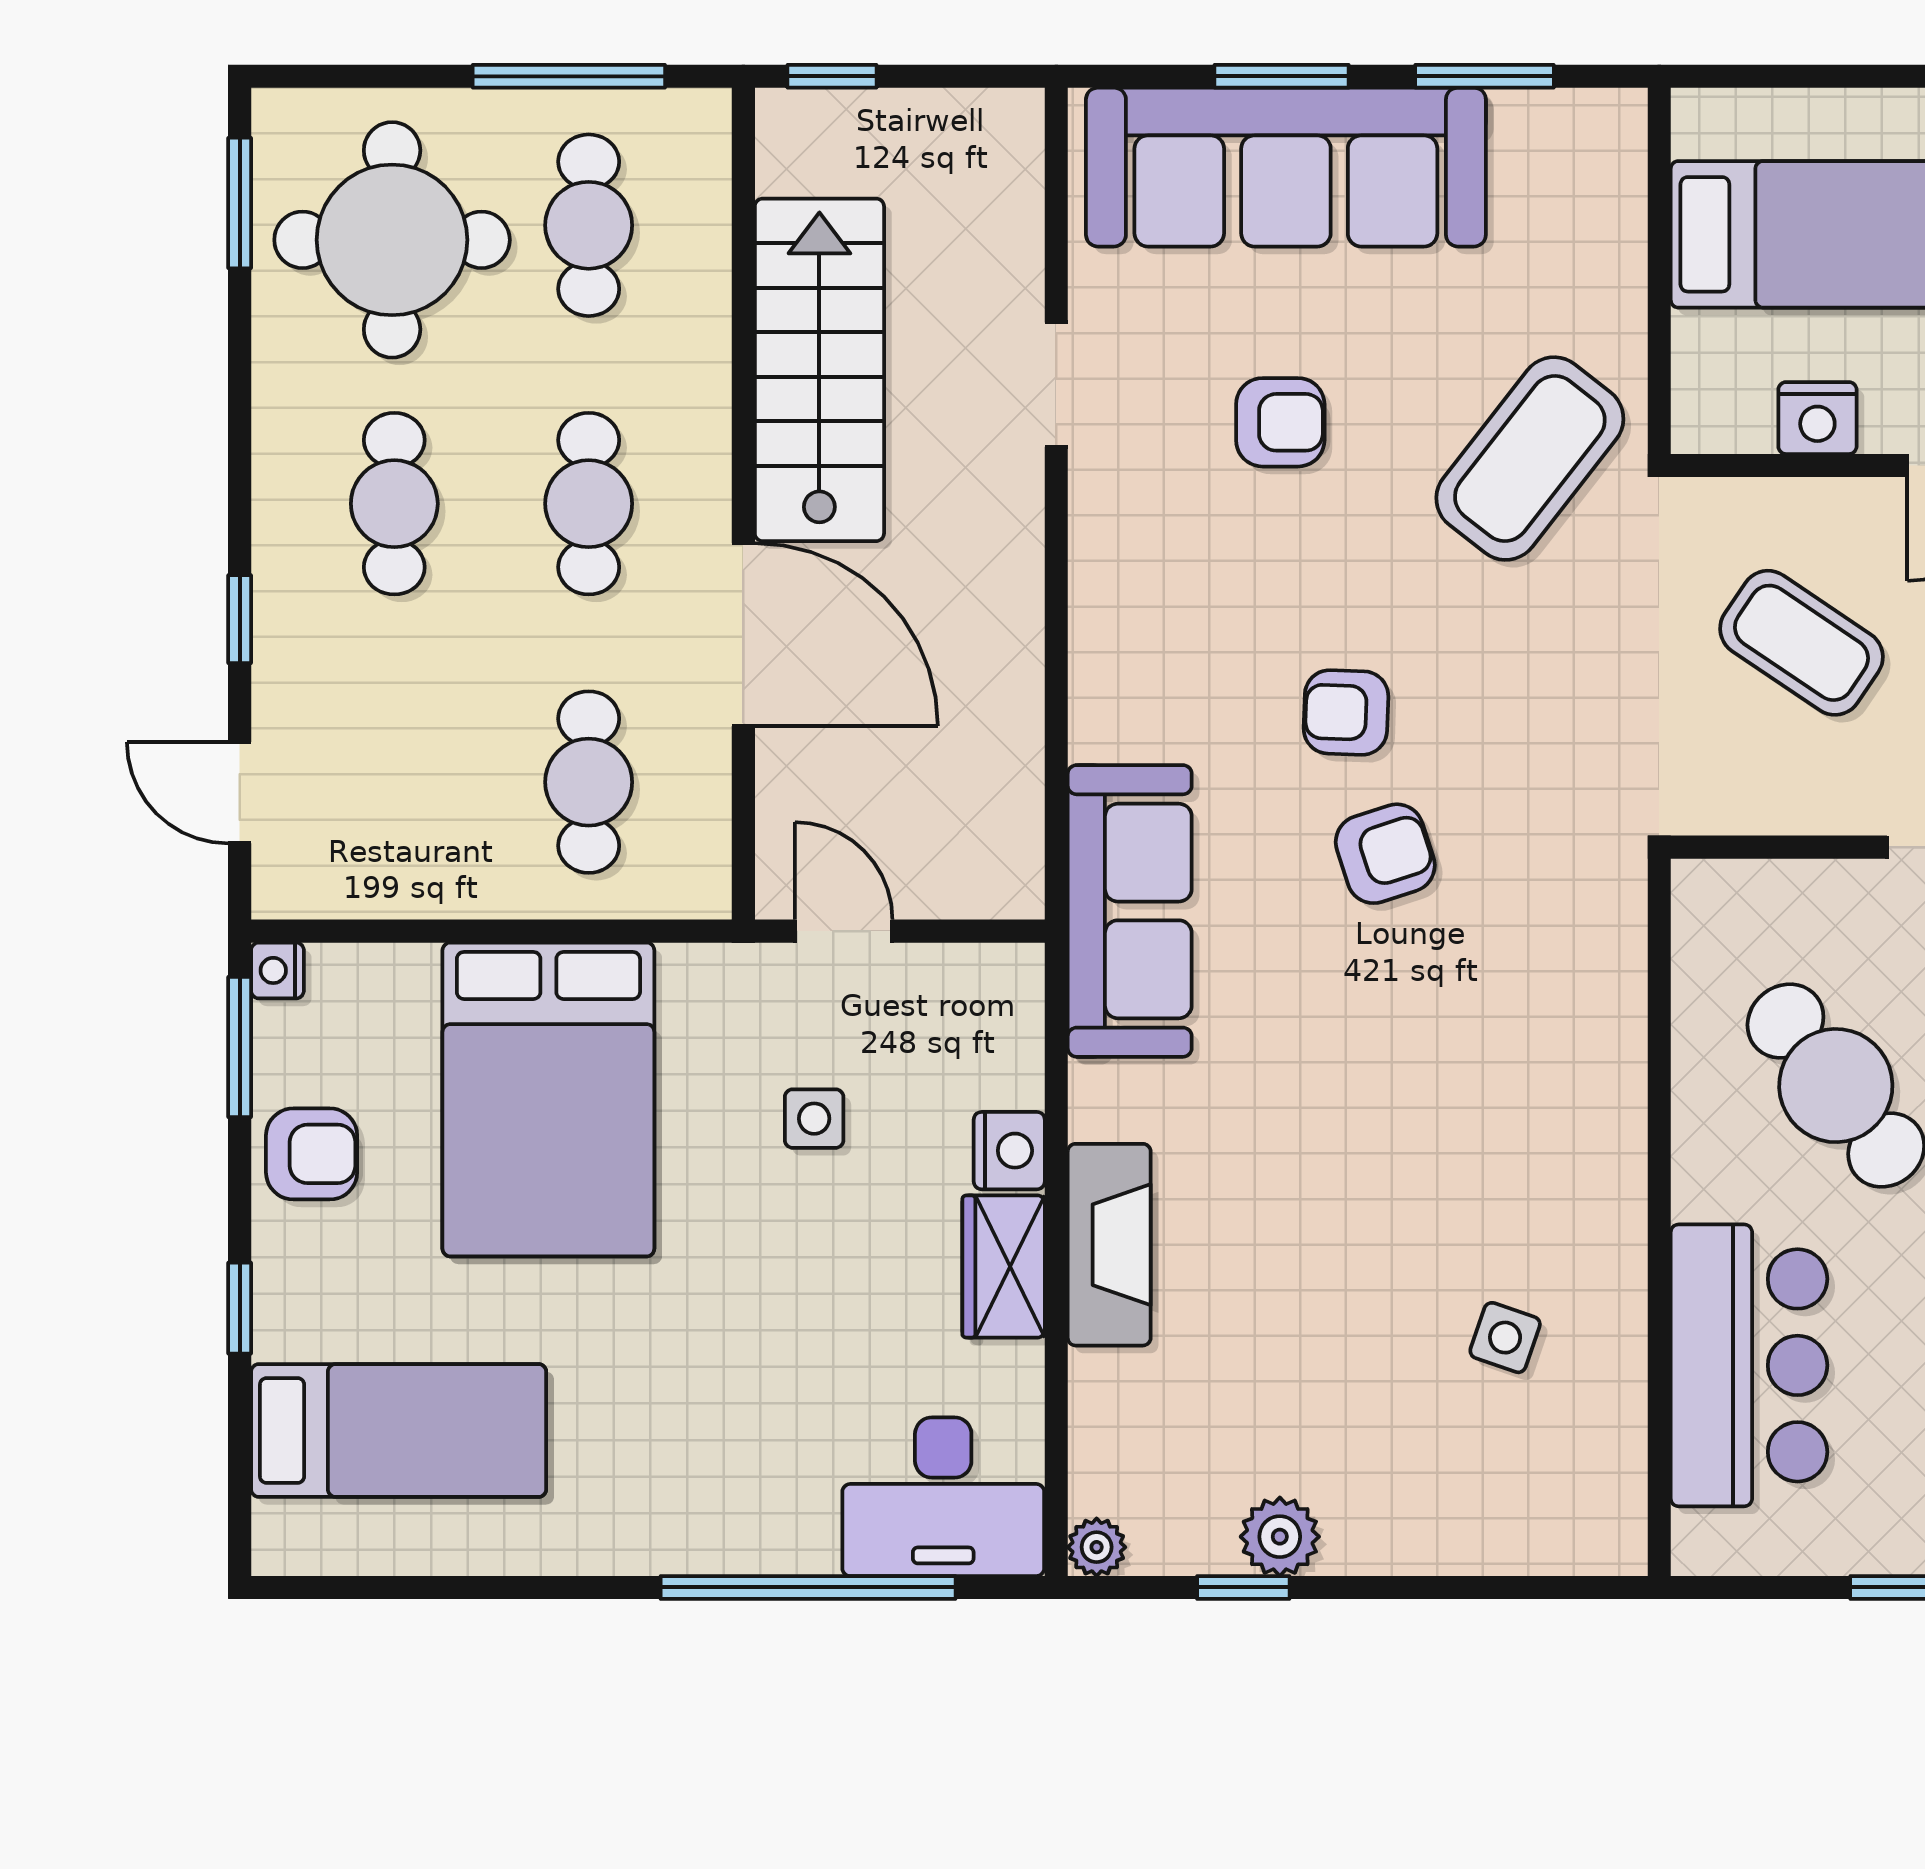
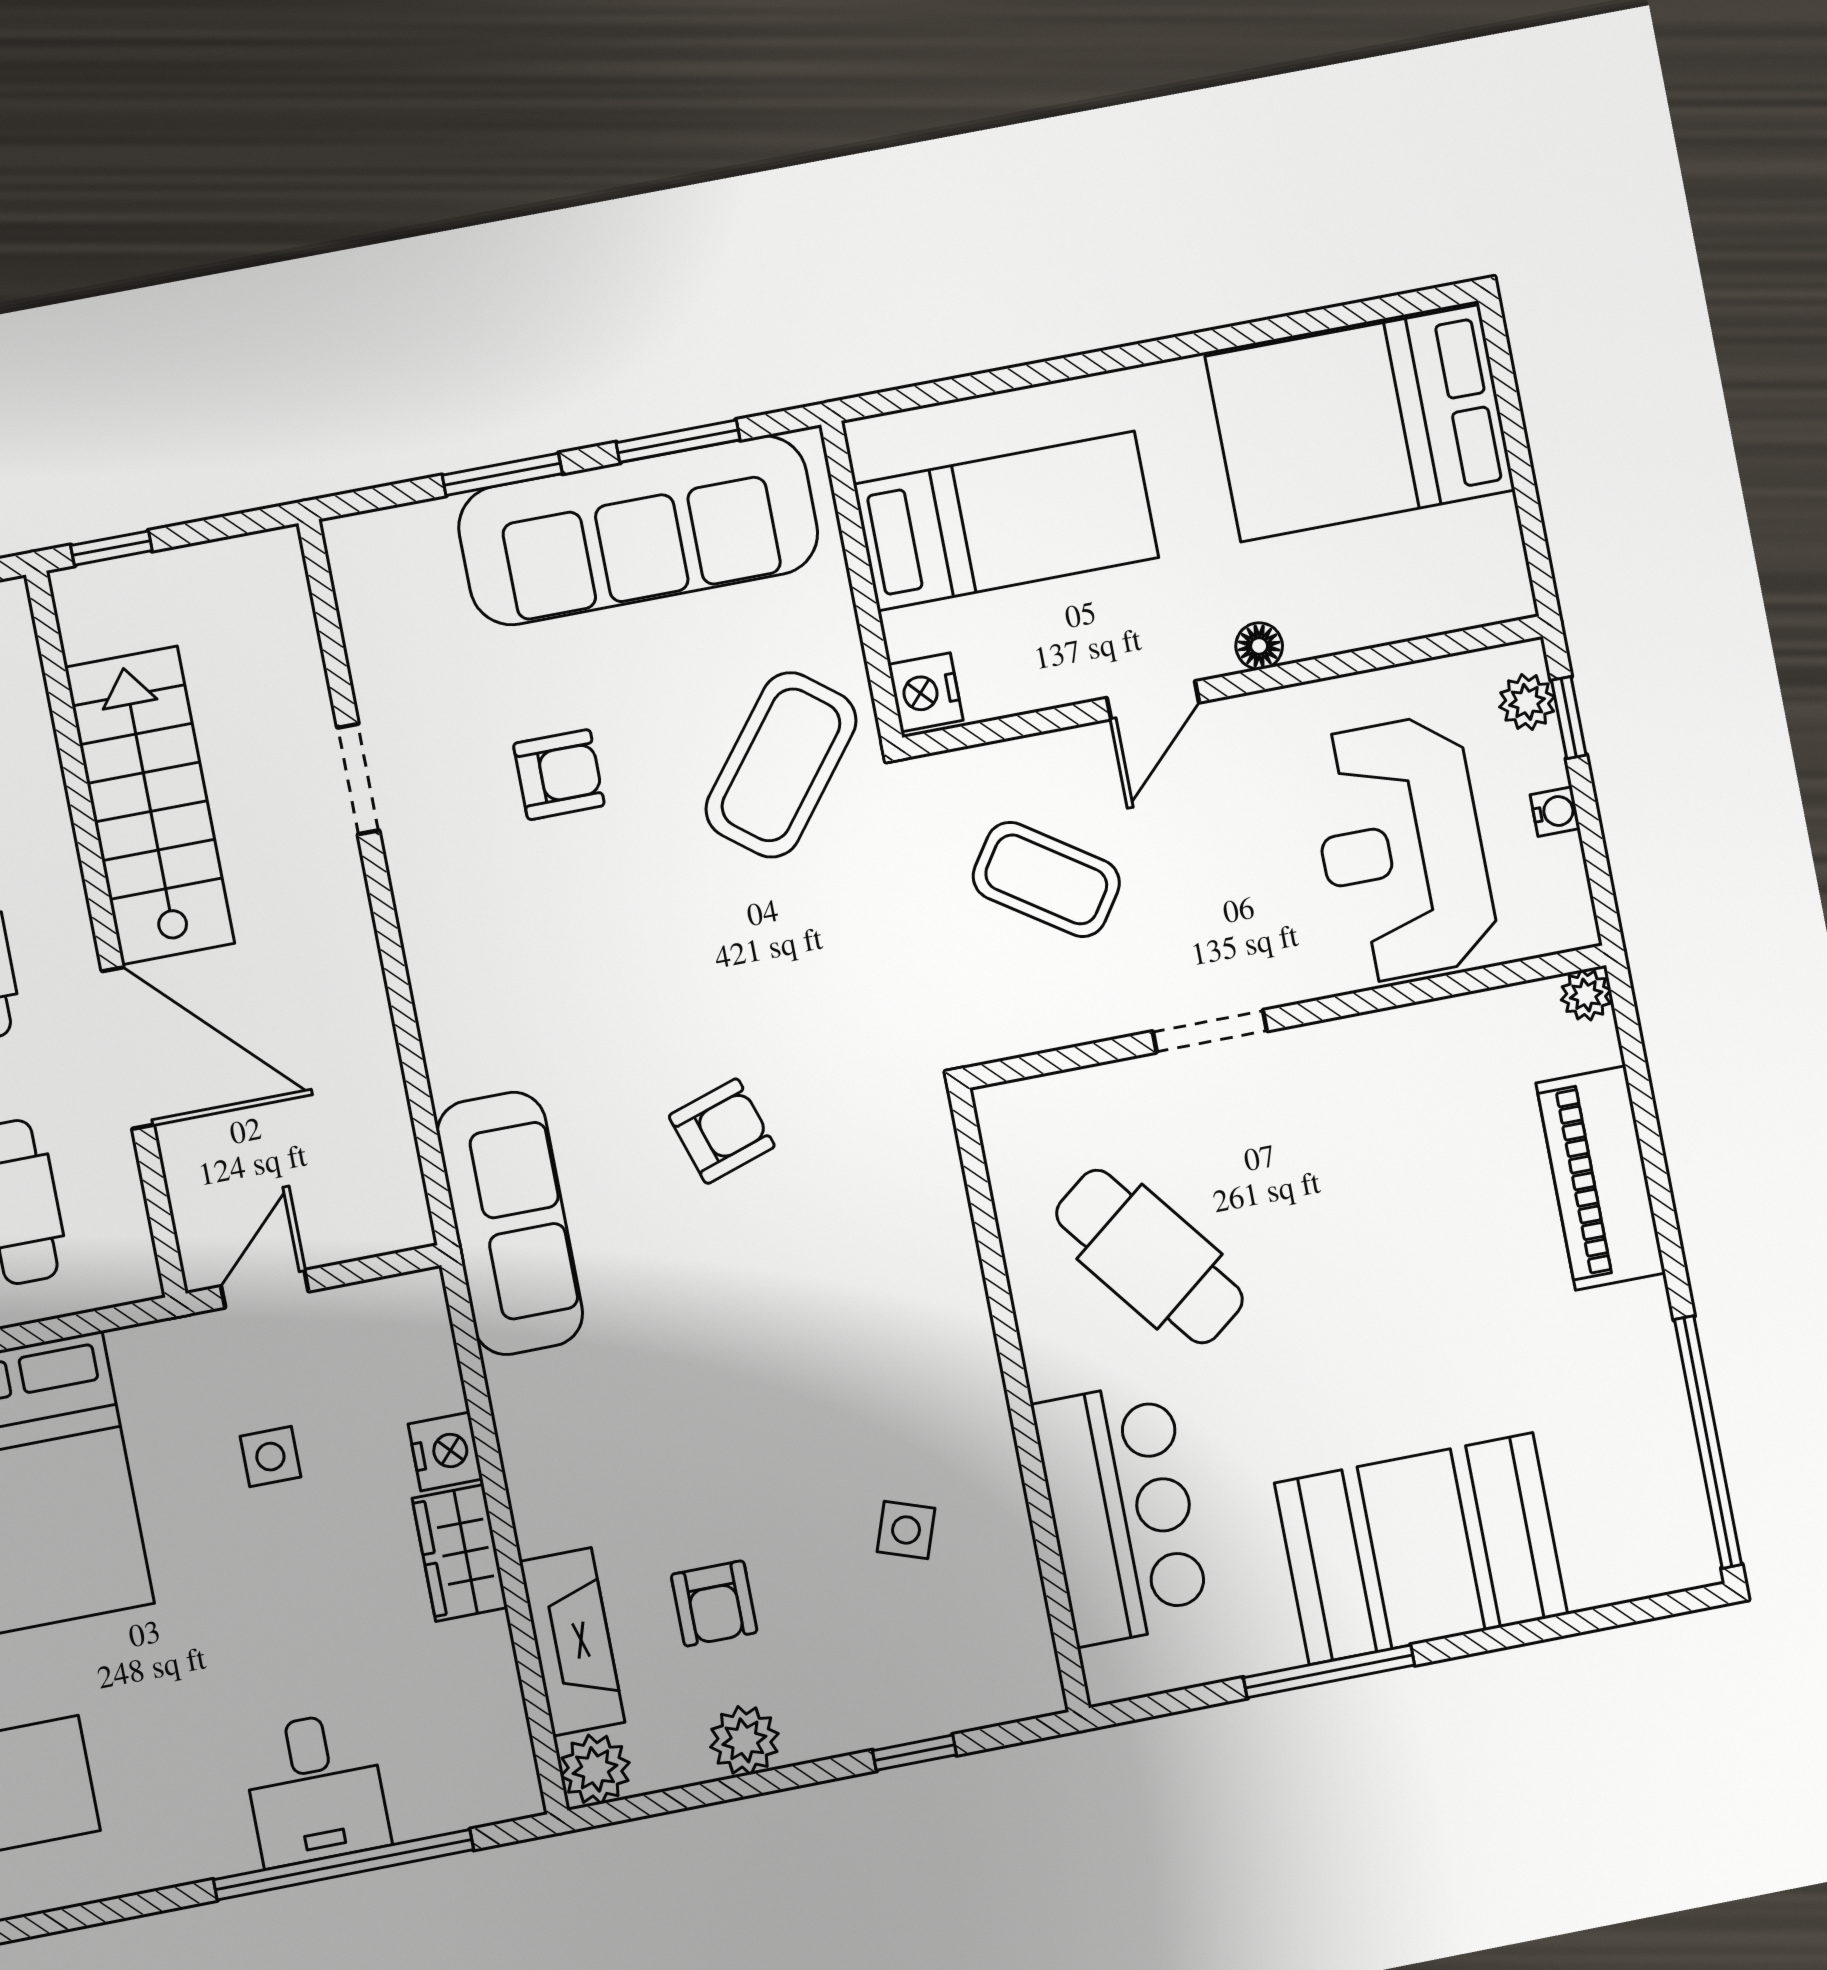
sofa: (1286, 167) -> (638, 530), moved
nightstand: (1817, 418) -> (925, 692), moved, turned 90
armchair: (1346, 712) -> (714, 1603), moved, turned -92
door: (844, 931) -> (265, 1289), hinge flipped
fireplace: (1109, 1245) -> (572, 1642), moved
desk: (943, 1497) -> (315, 1788), moved, width x0.73
plant: (1097, 1547) -> (595, 1769), width x1.38, depth x1.38
window: (1243, 1587) -> (915, 1753), moved

